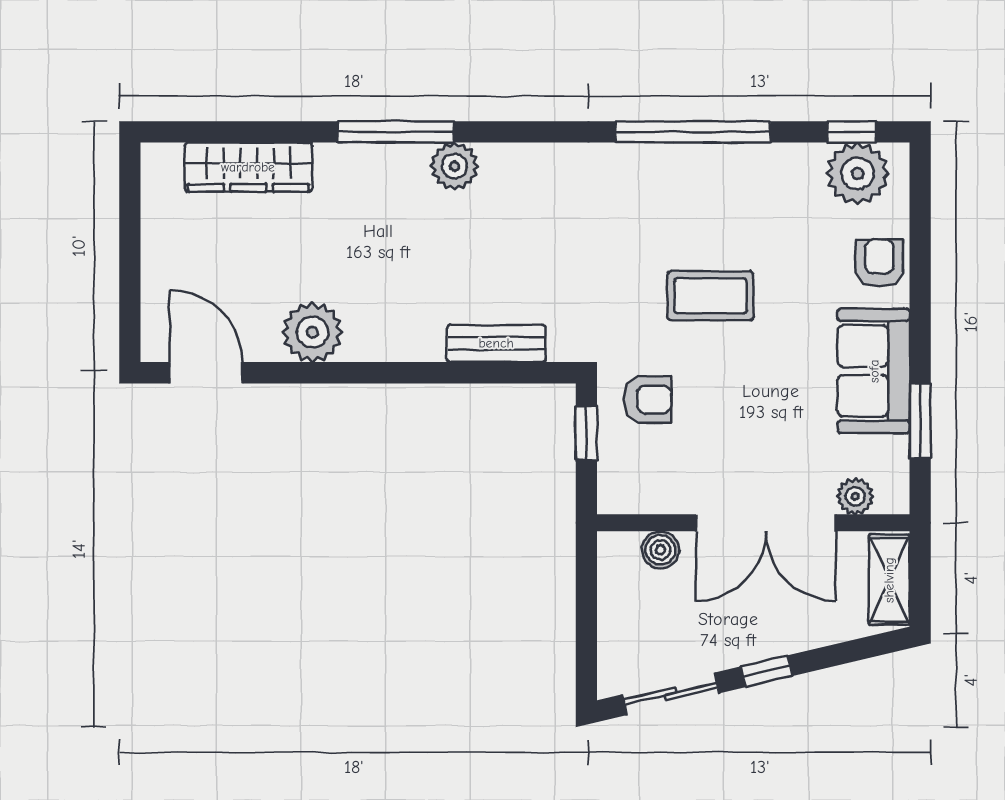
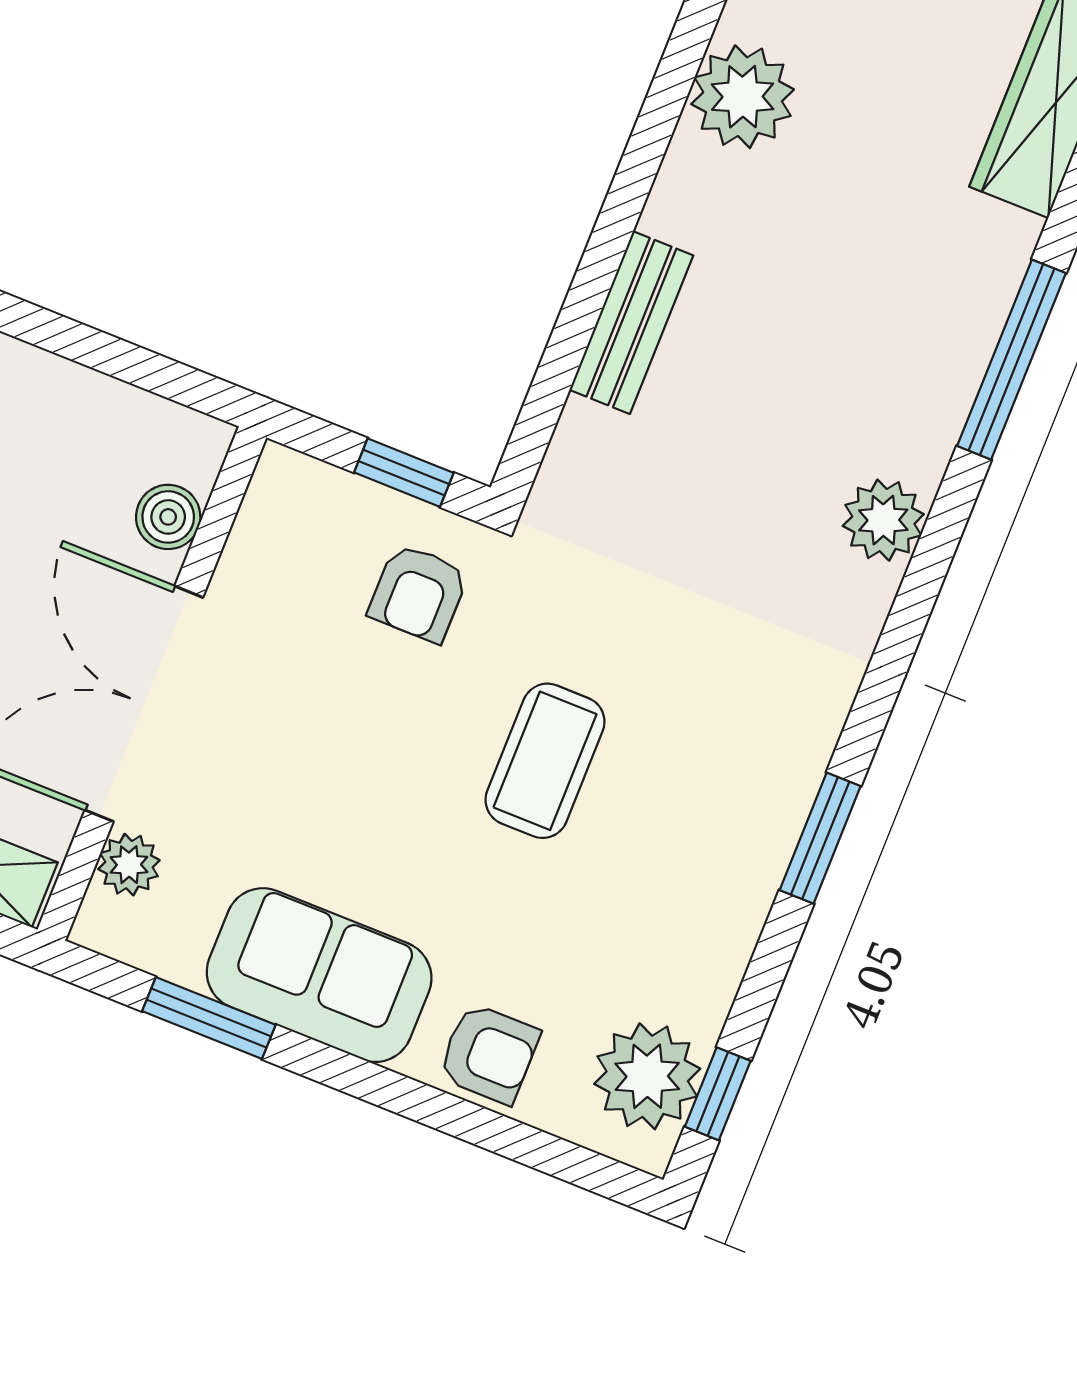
window: (693, 132) -> (820, 838), width x0.47
plant: (455, 166) -> (883, 520), moved
bench: (496, 343) -> (631, 323), moved

